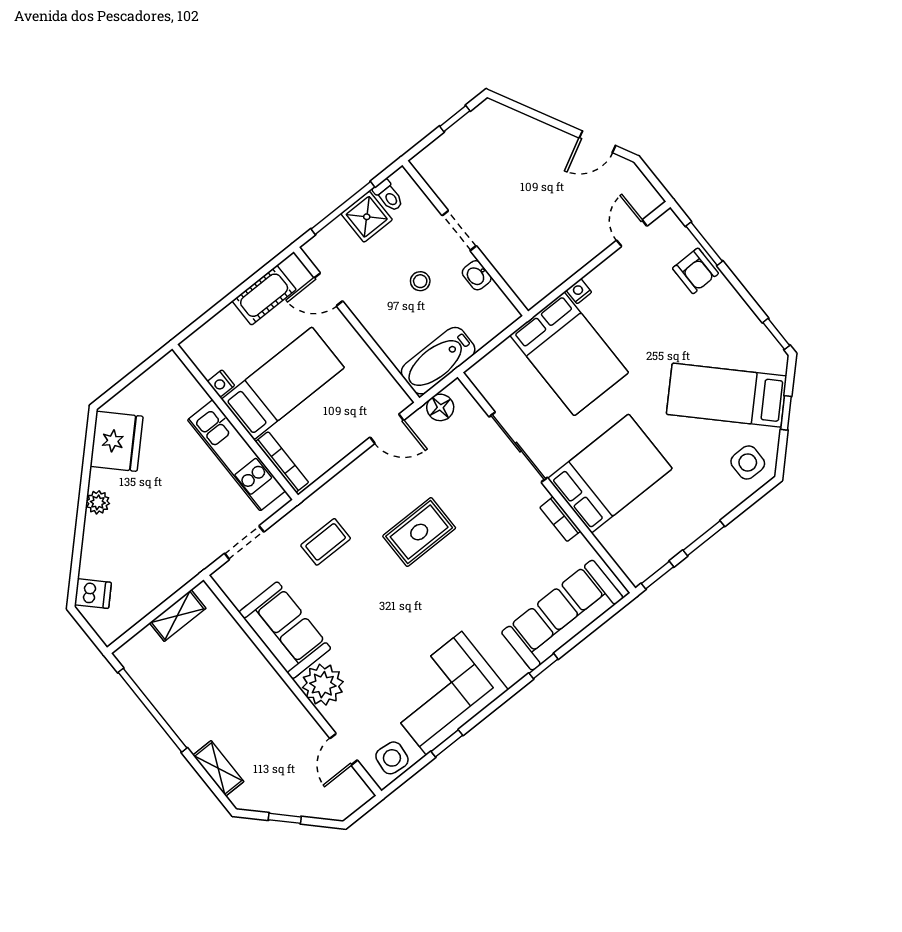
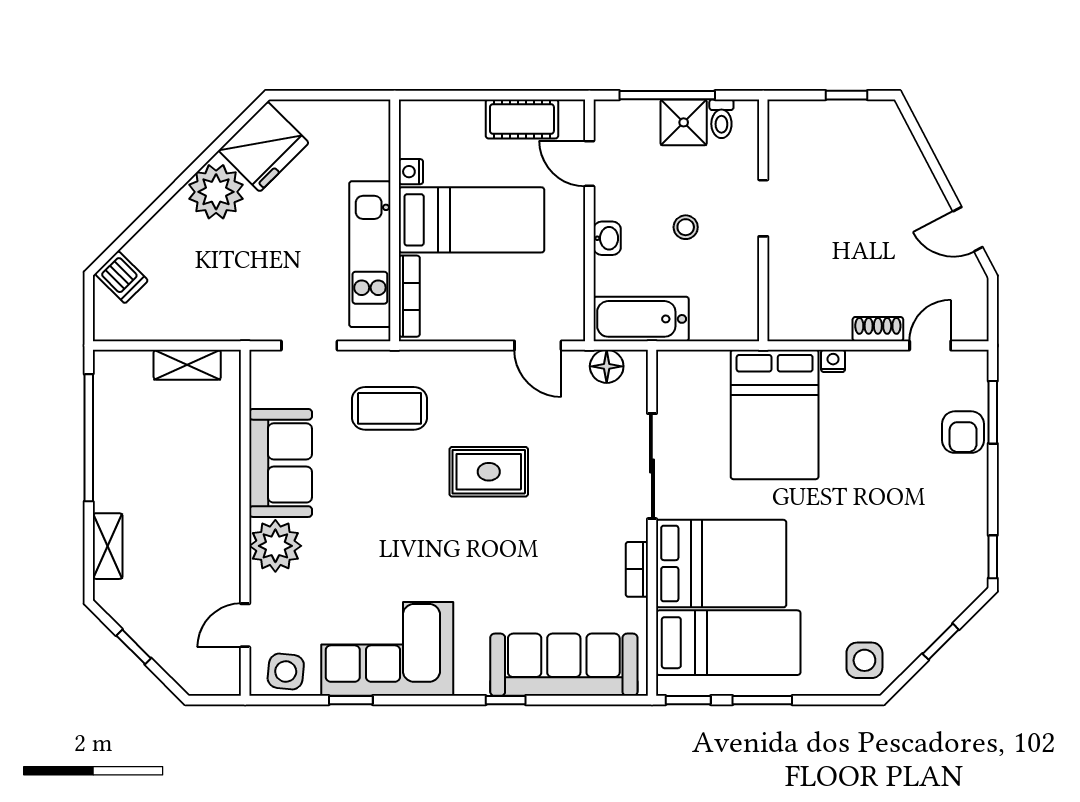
shoe rack: (591, 249) -> (878, 329), added
washbasin: (477, 275) -> (607, 238), moved, turned 180
bed: (727, 395) -> (728, 643), moved, turned 135
plant: (98, 502) -> (216, 192), width x1.88, depth x1.88
coffee table: (326, 542) -> (390, 408), width x1.36, depth x1.30

